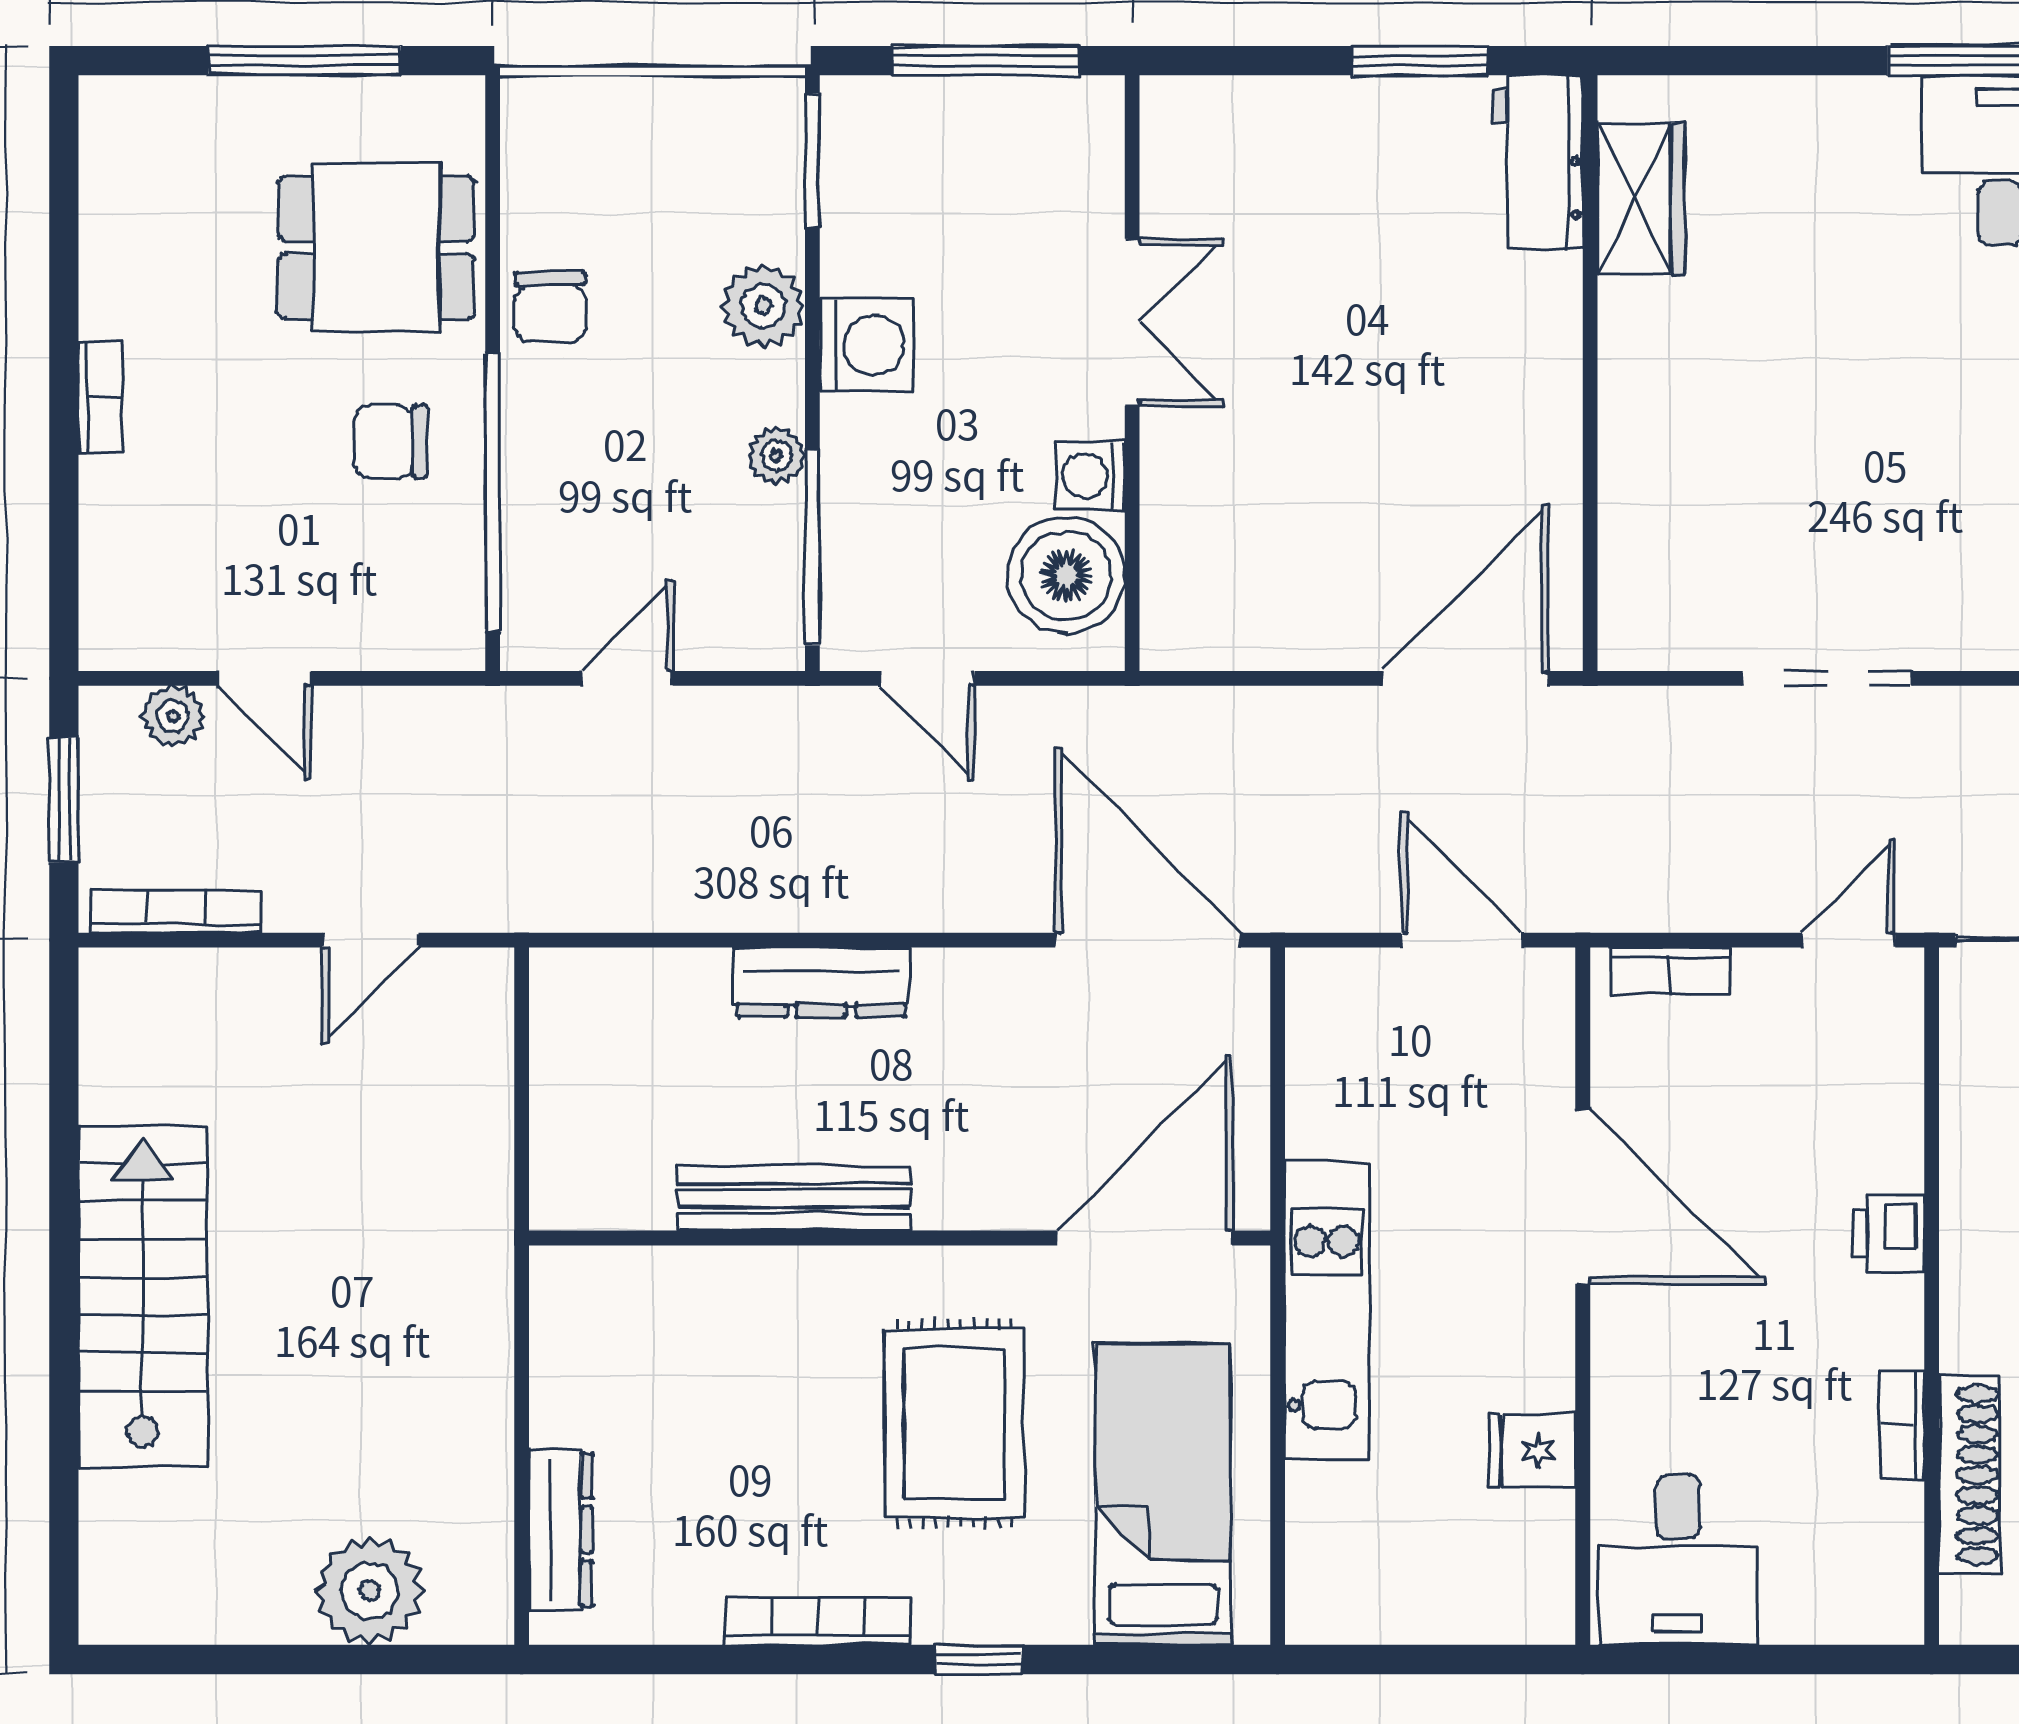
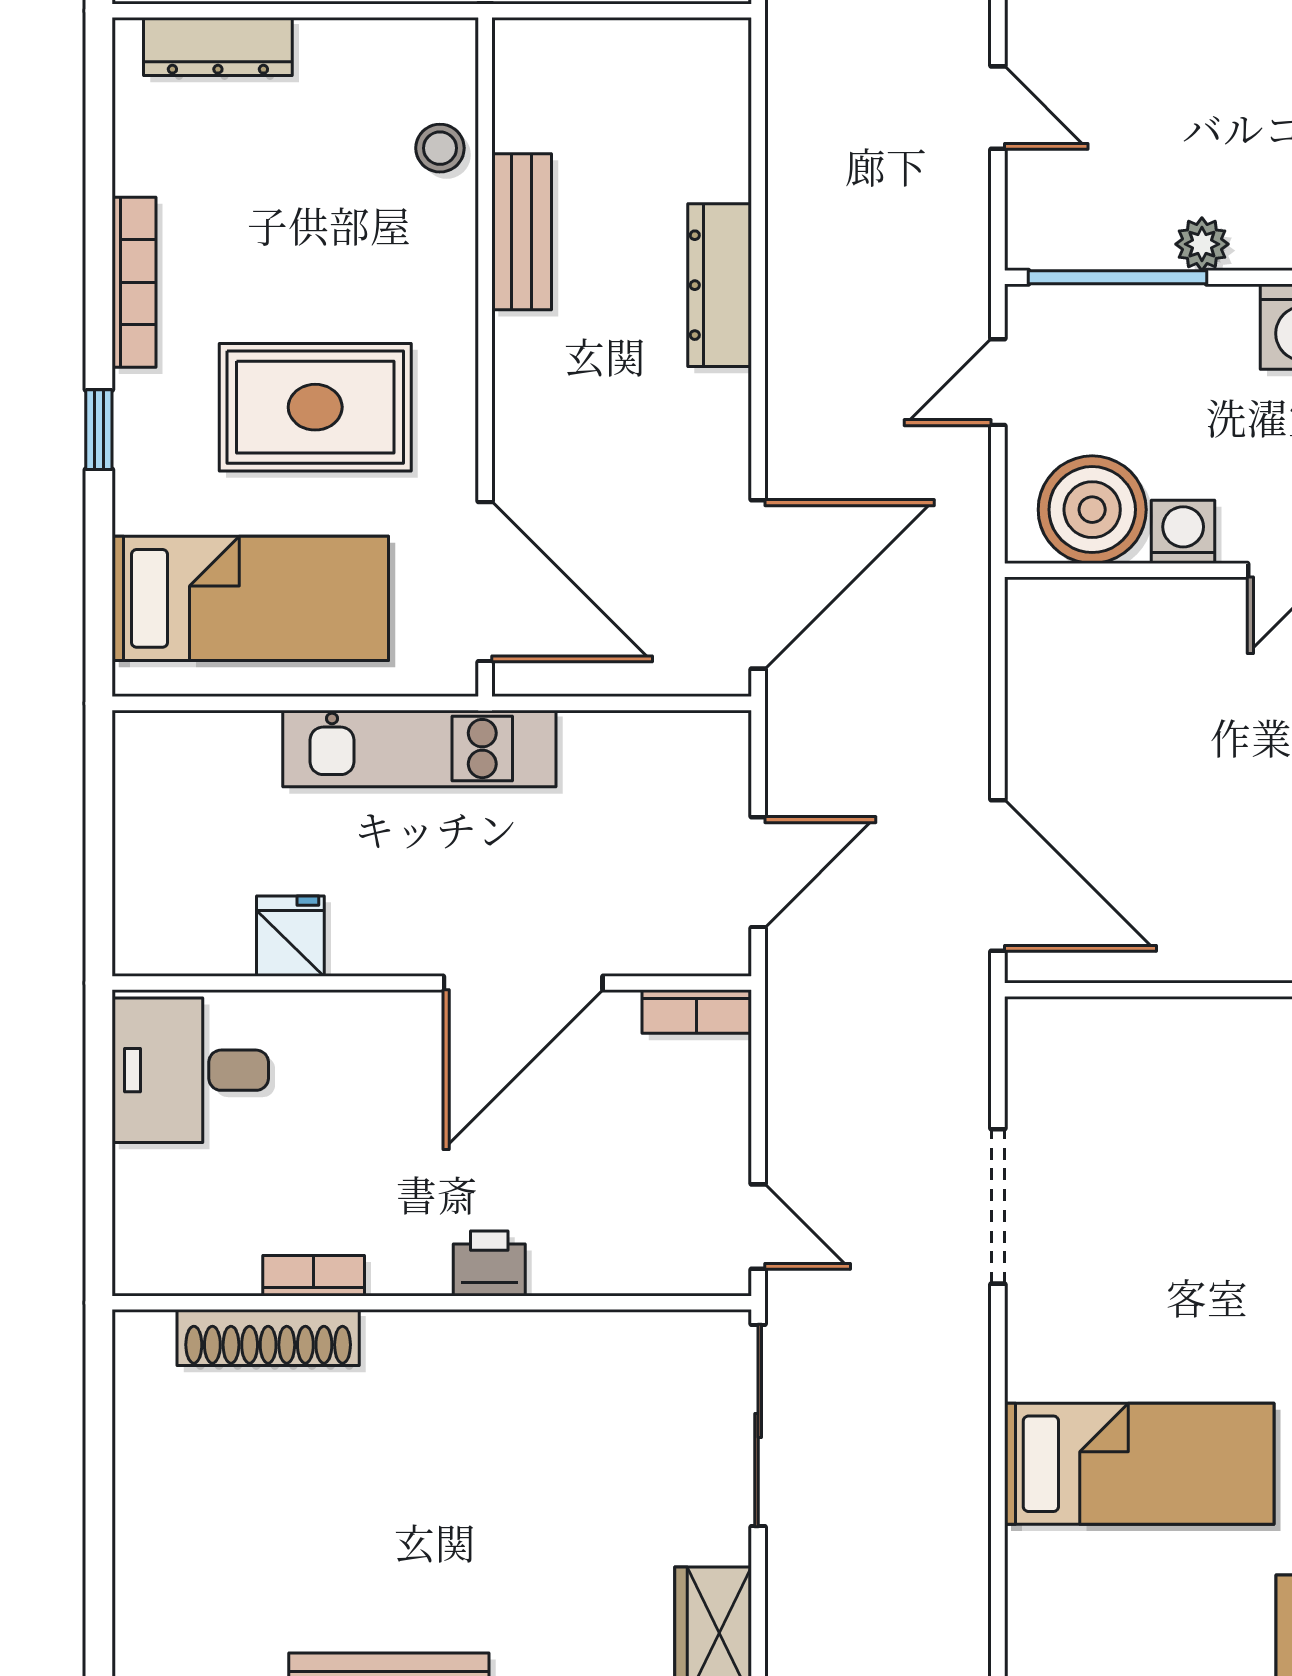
bookcase: (1670, 971) -> (697, 1012), moved, turned -90
bench: (794, 1198) -> (522, 232), width x0.73
stool: (672, 1287) -> (440, 148), added

